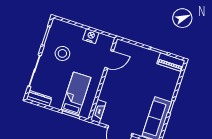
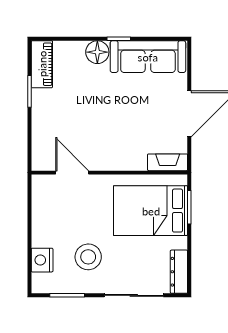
nightstand: (91, 36) -> (42, 260), moved
floor lamp: (168, 93) -> (97, 52), added
bed: (76, 94) -> (151, 211), width x1.50

